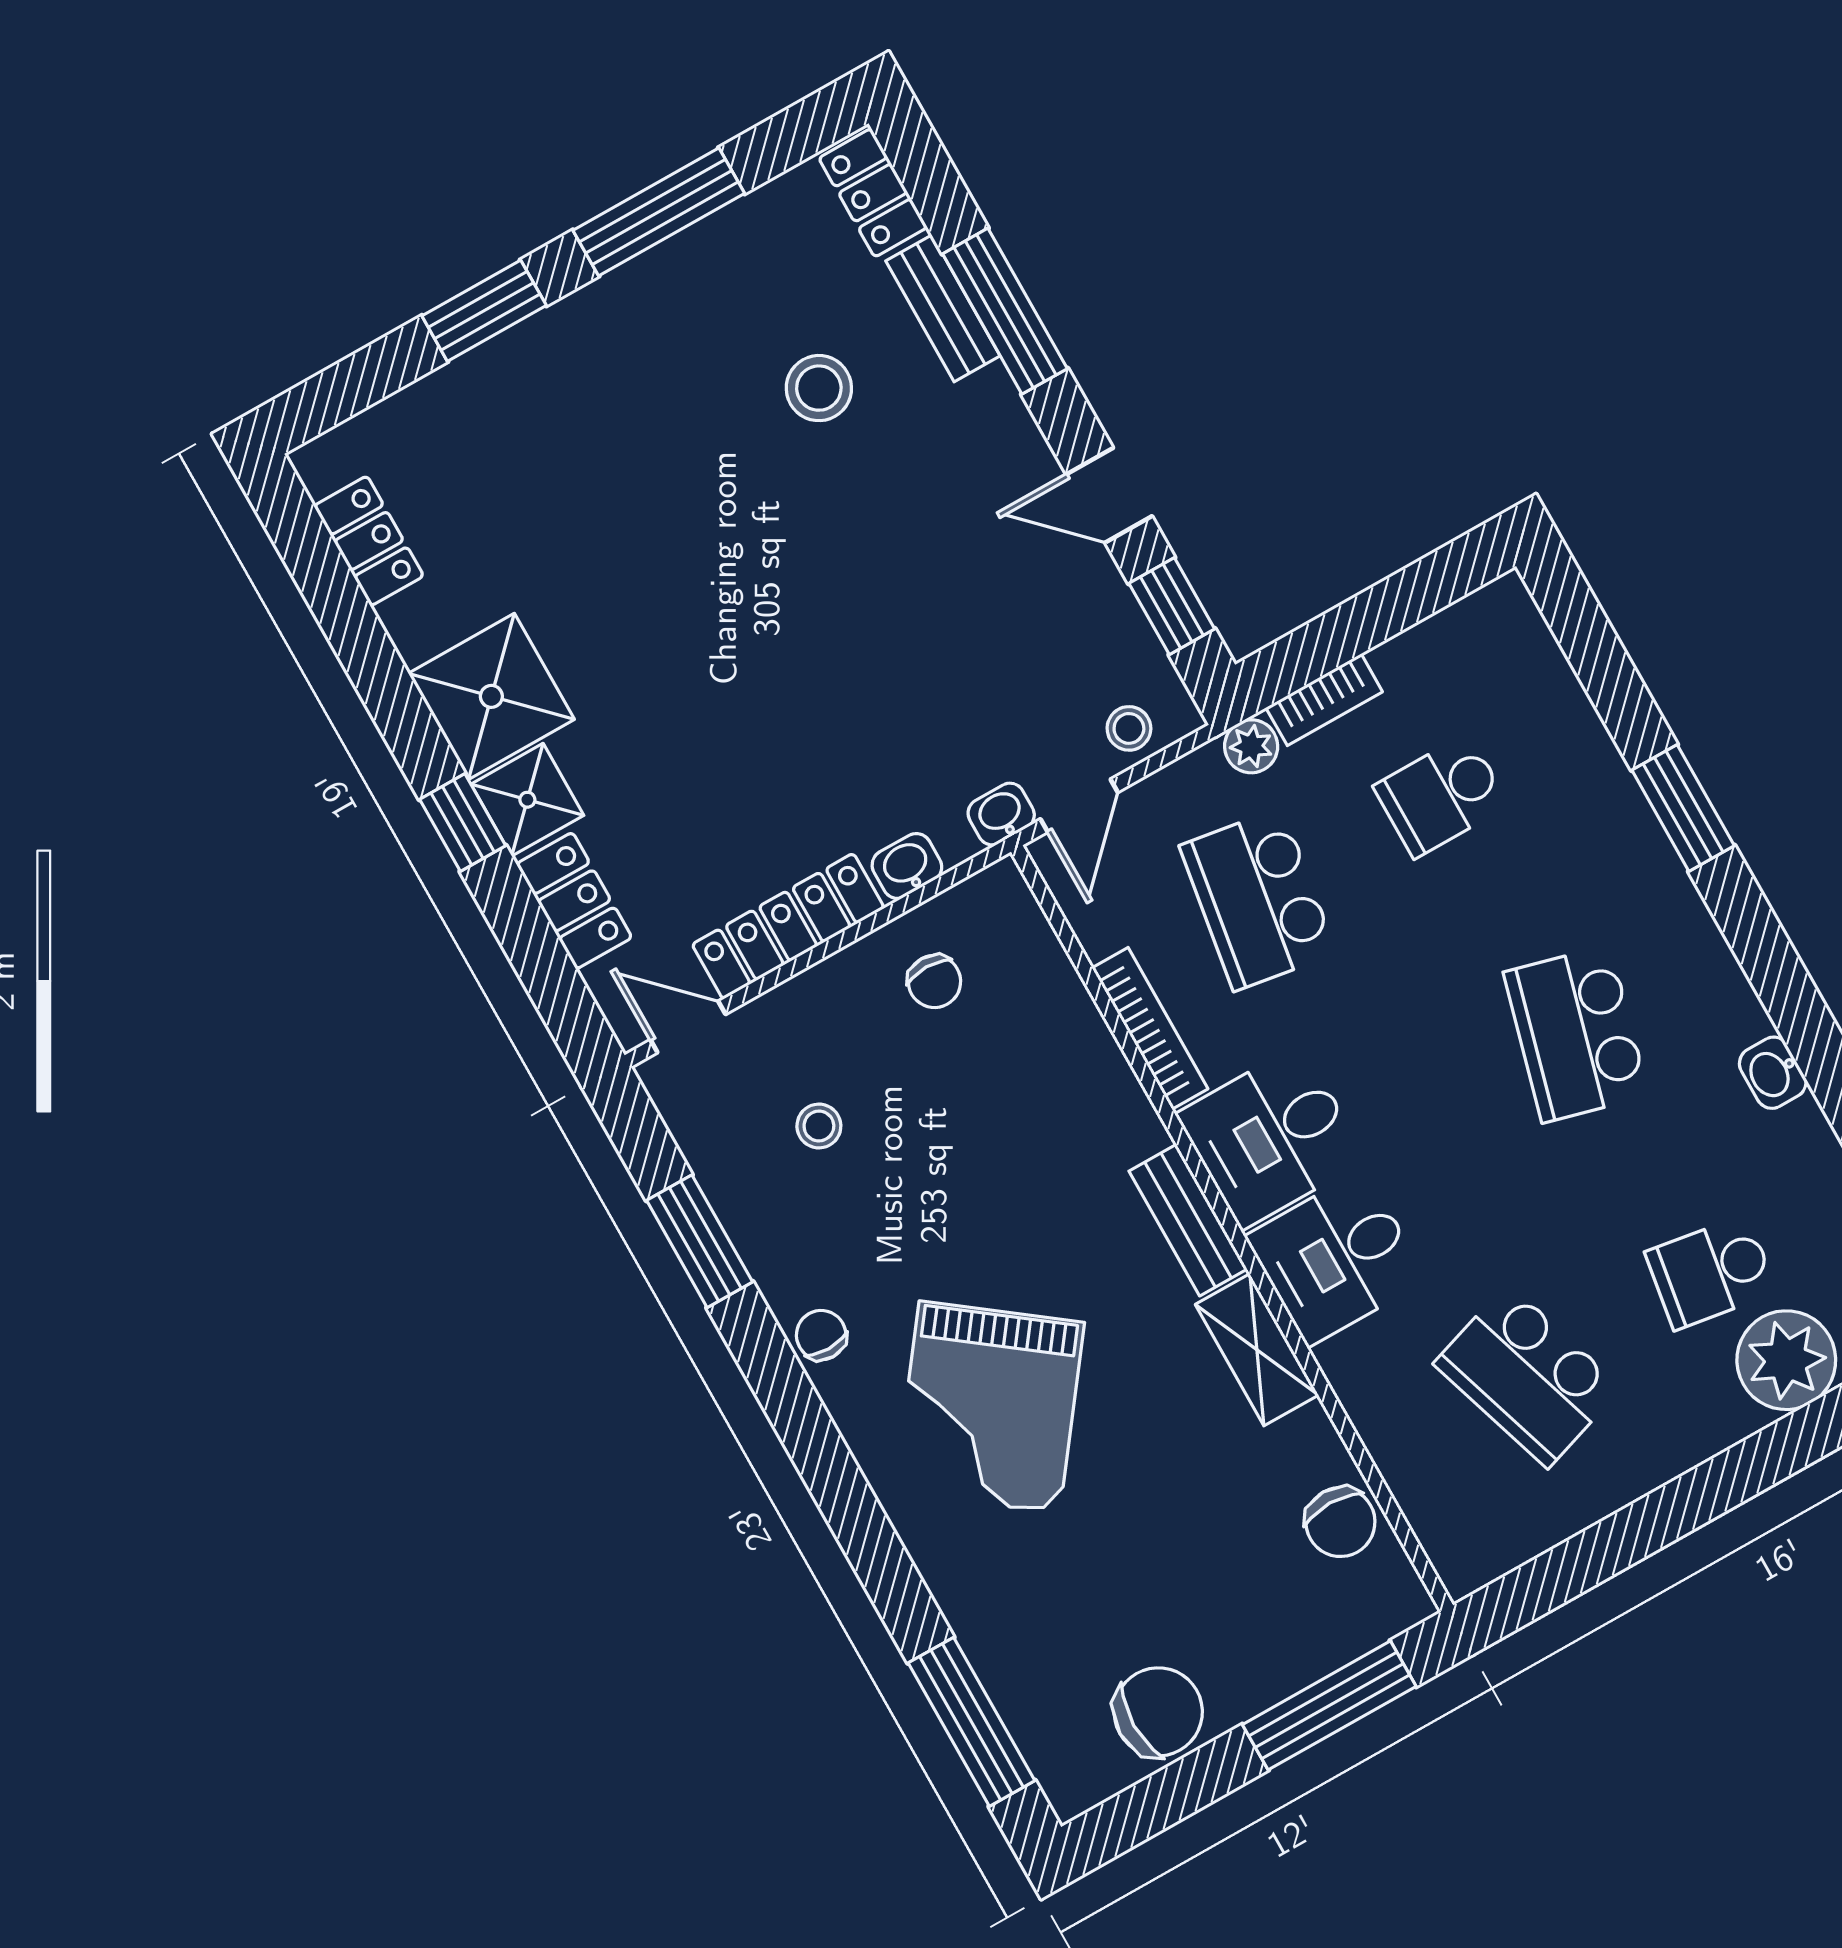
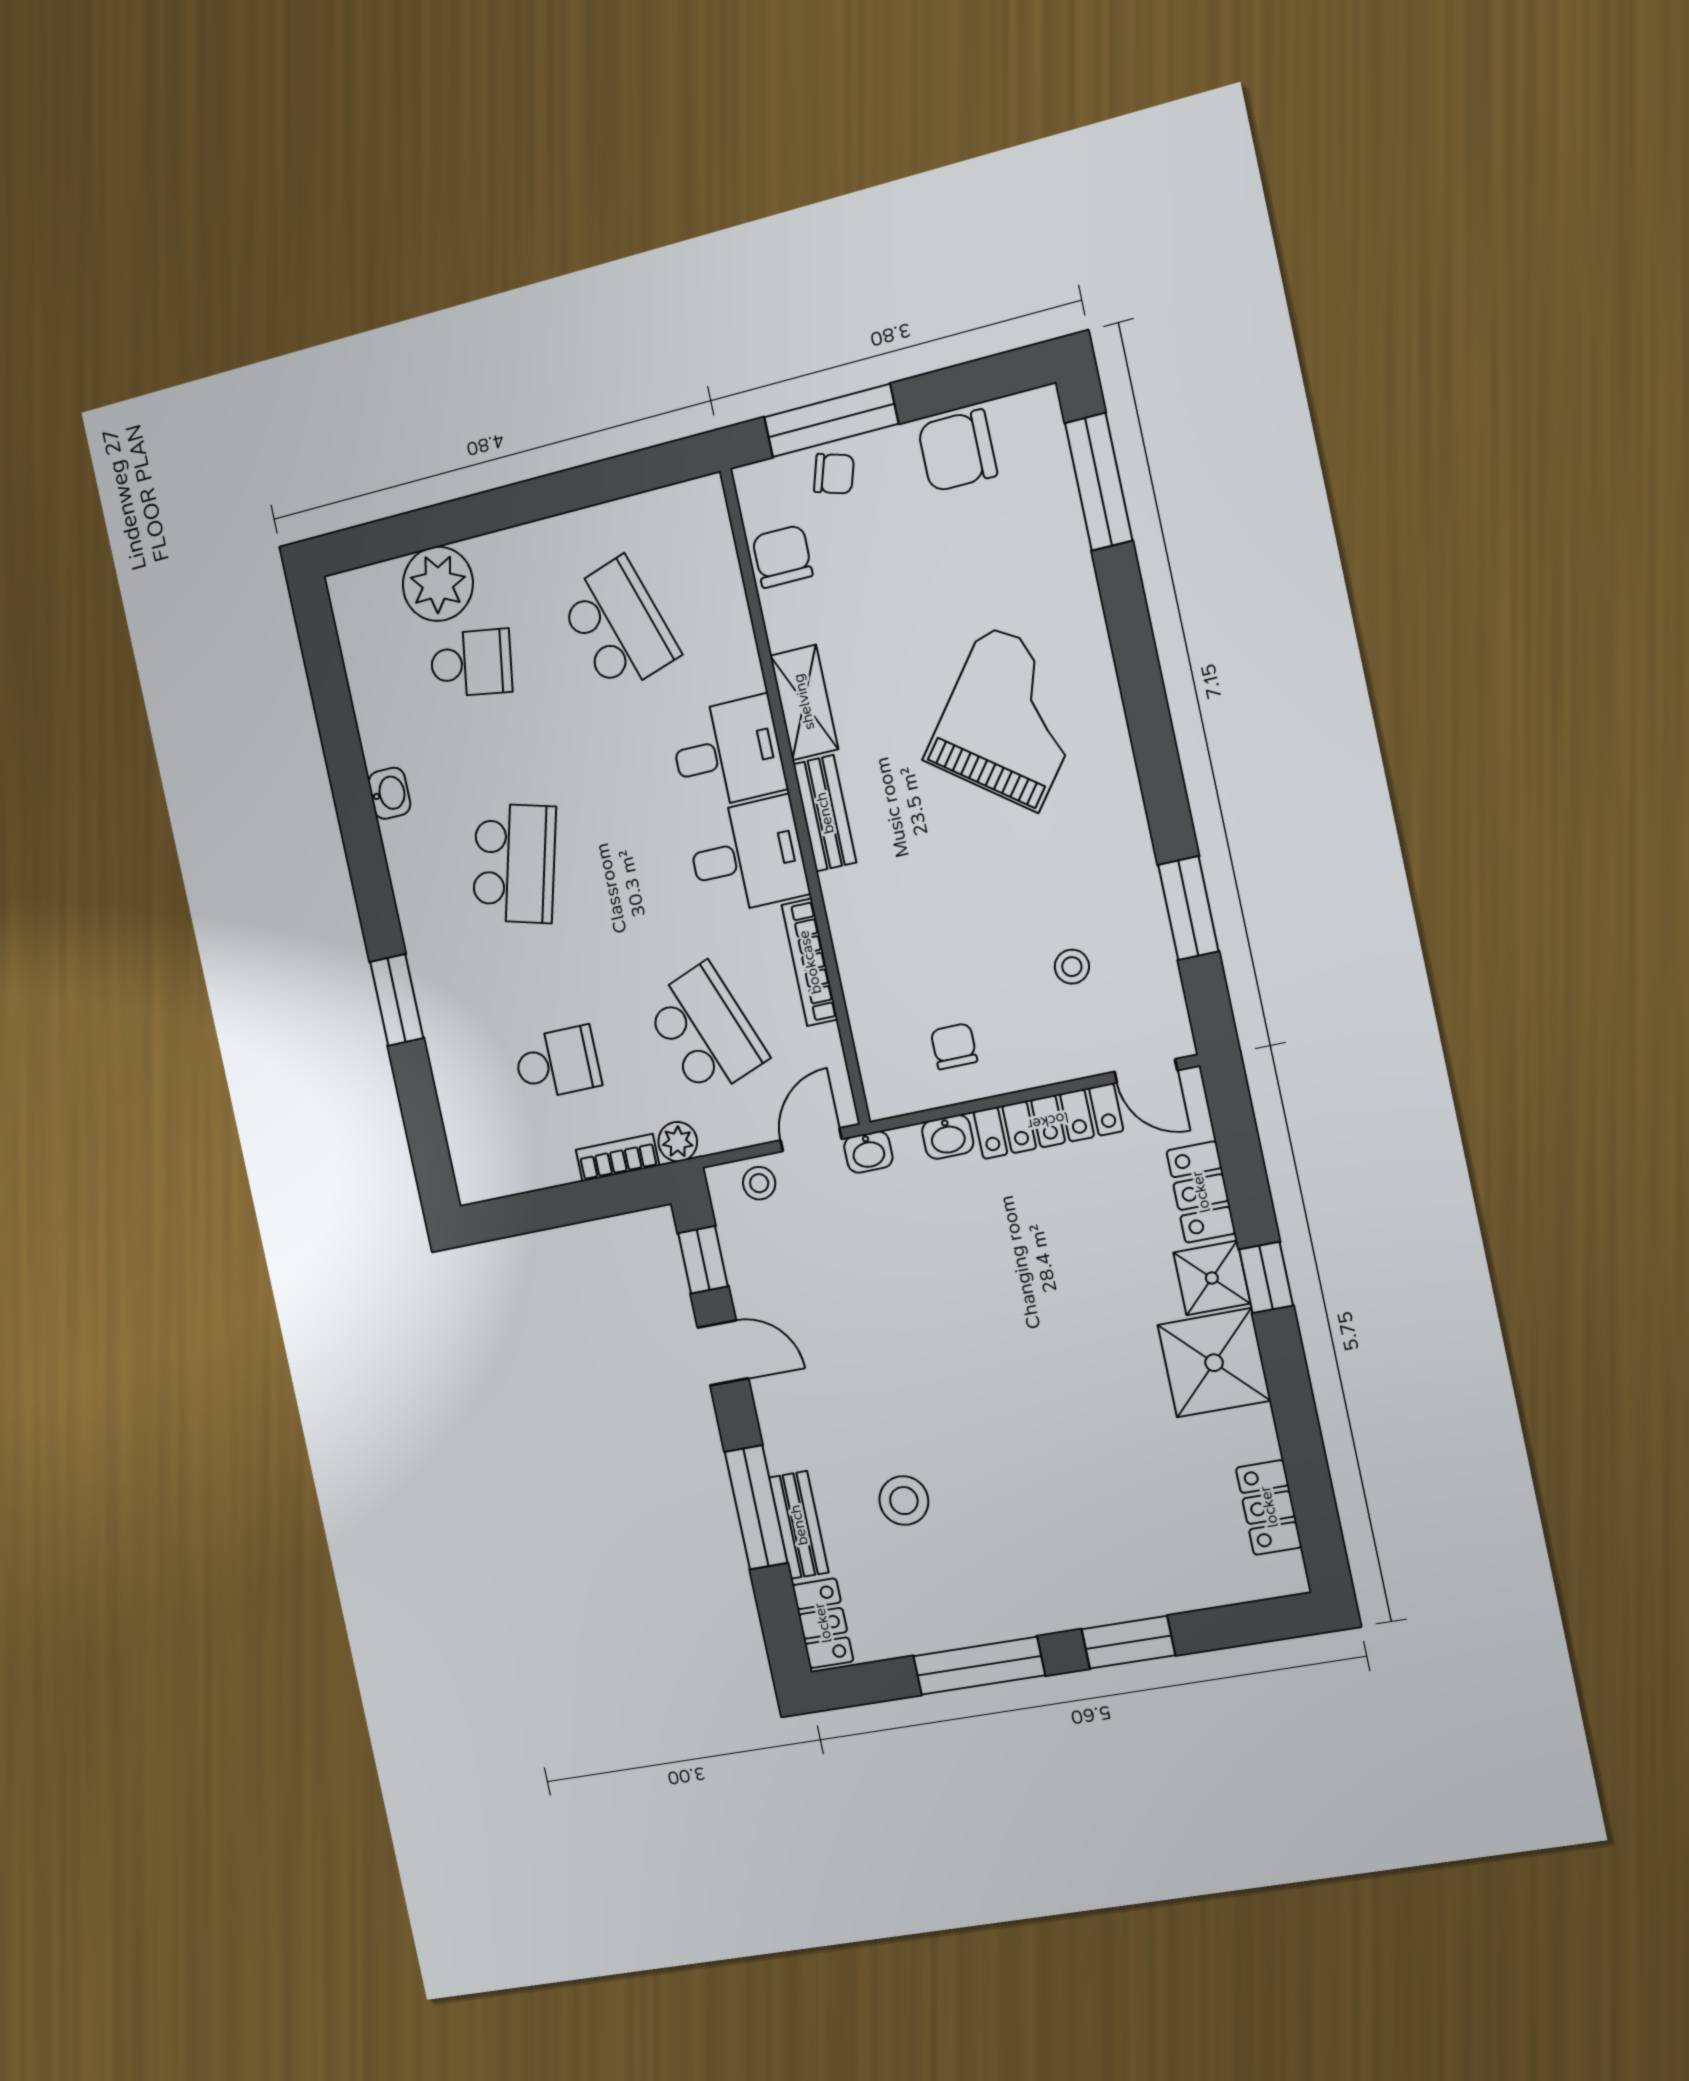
school desk: (1258, 899) -> (705, 1031), turned -30
chair: (821, 1335) -> (834, 474), moved, turned -73

